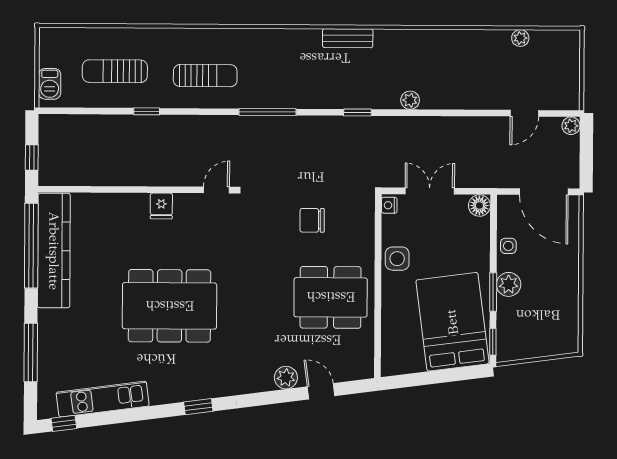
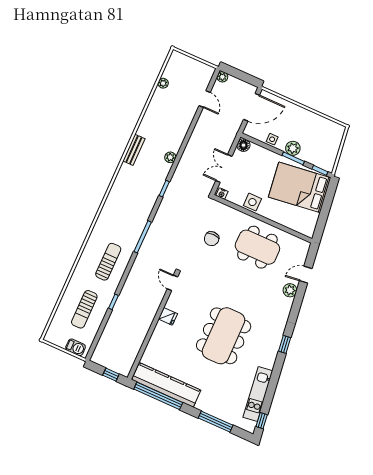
bench: (348, 38) -> (134, 150), moved
dining table: (331, 297) -> (257, 247), turned 90

